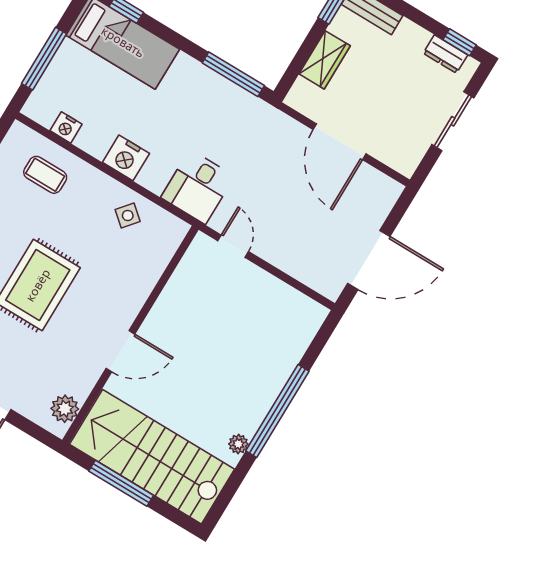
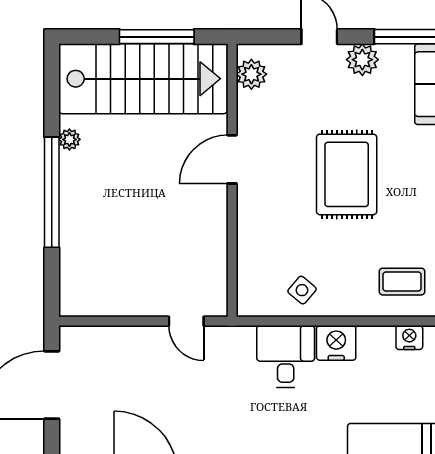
desk: (198, 187) -> (286, 356), moved

